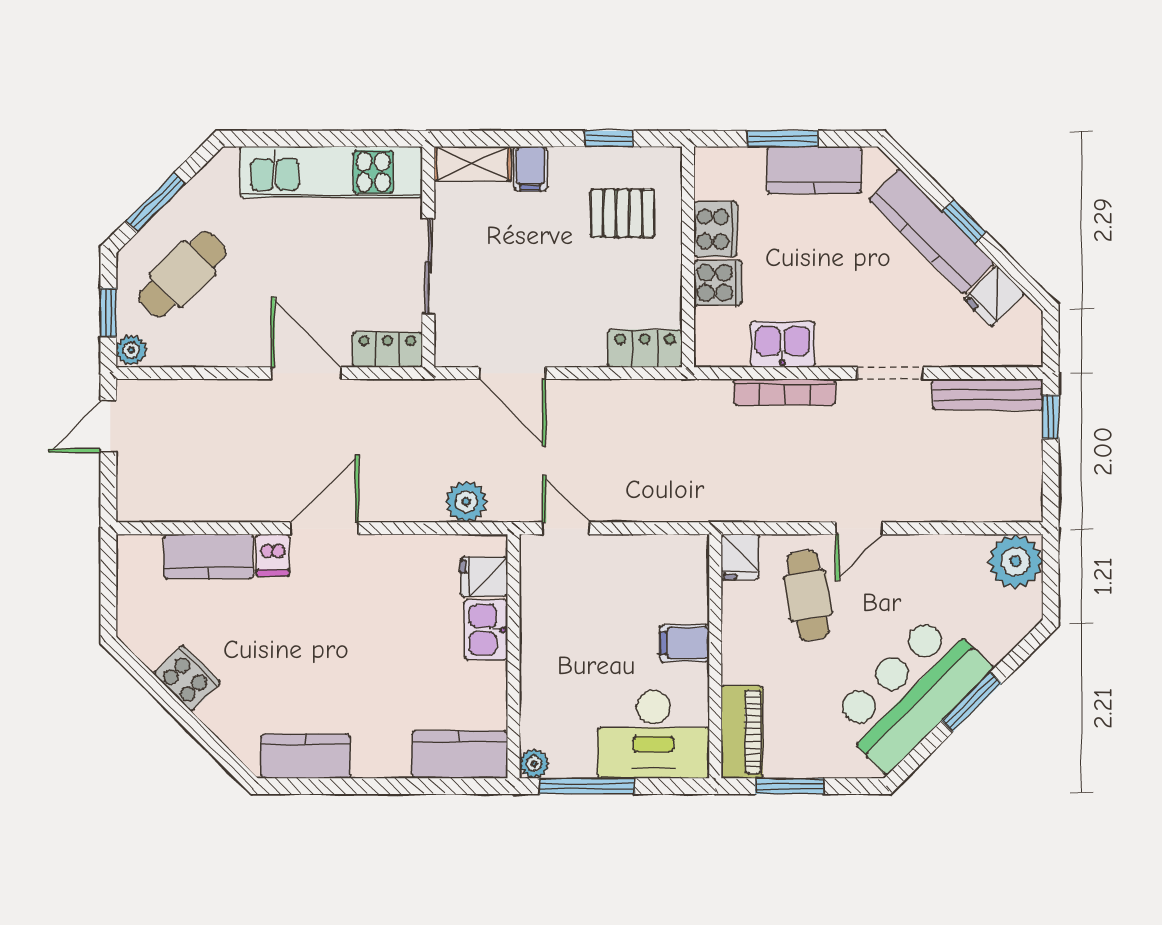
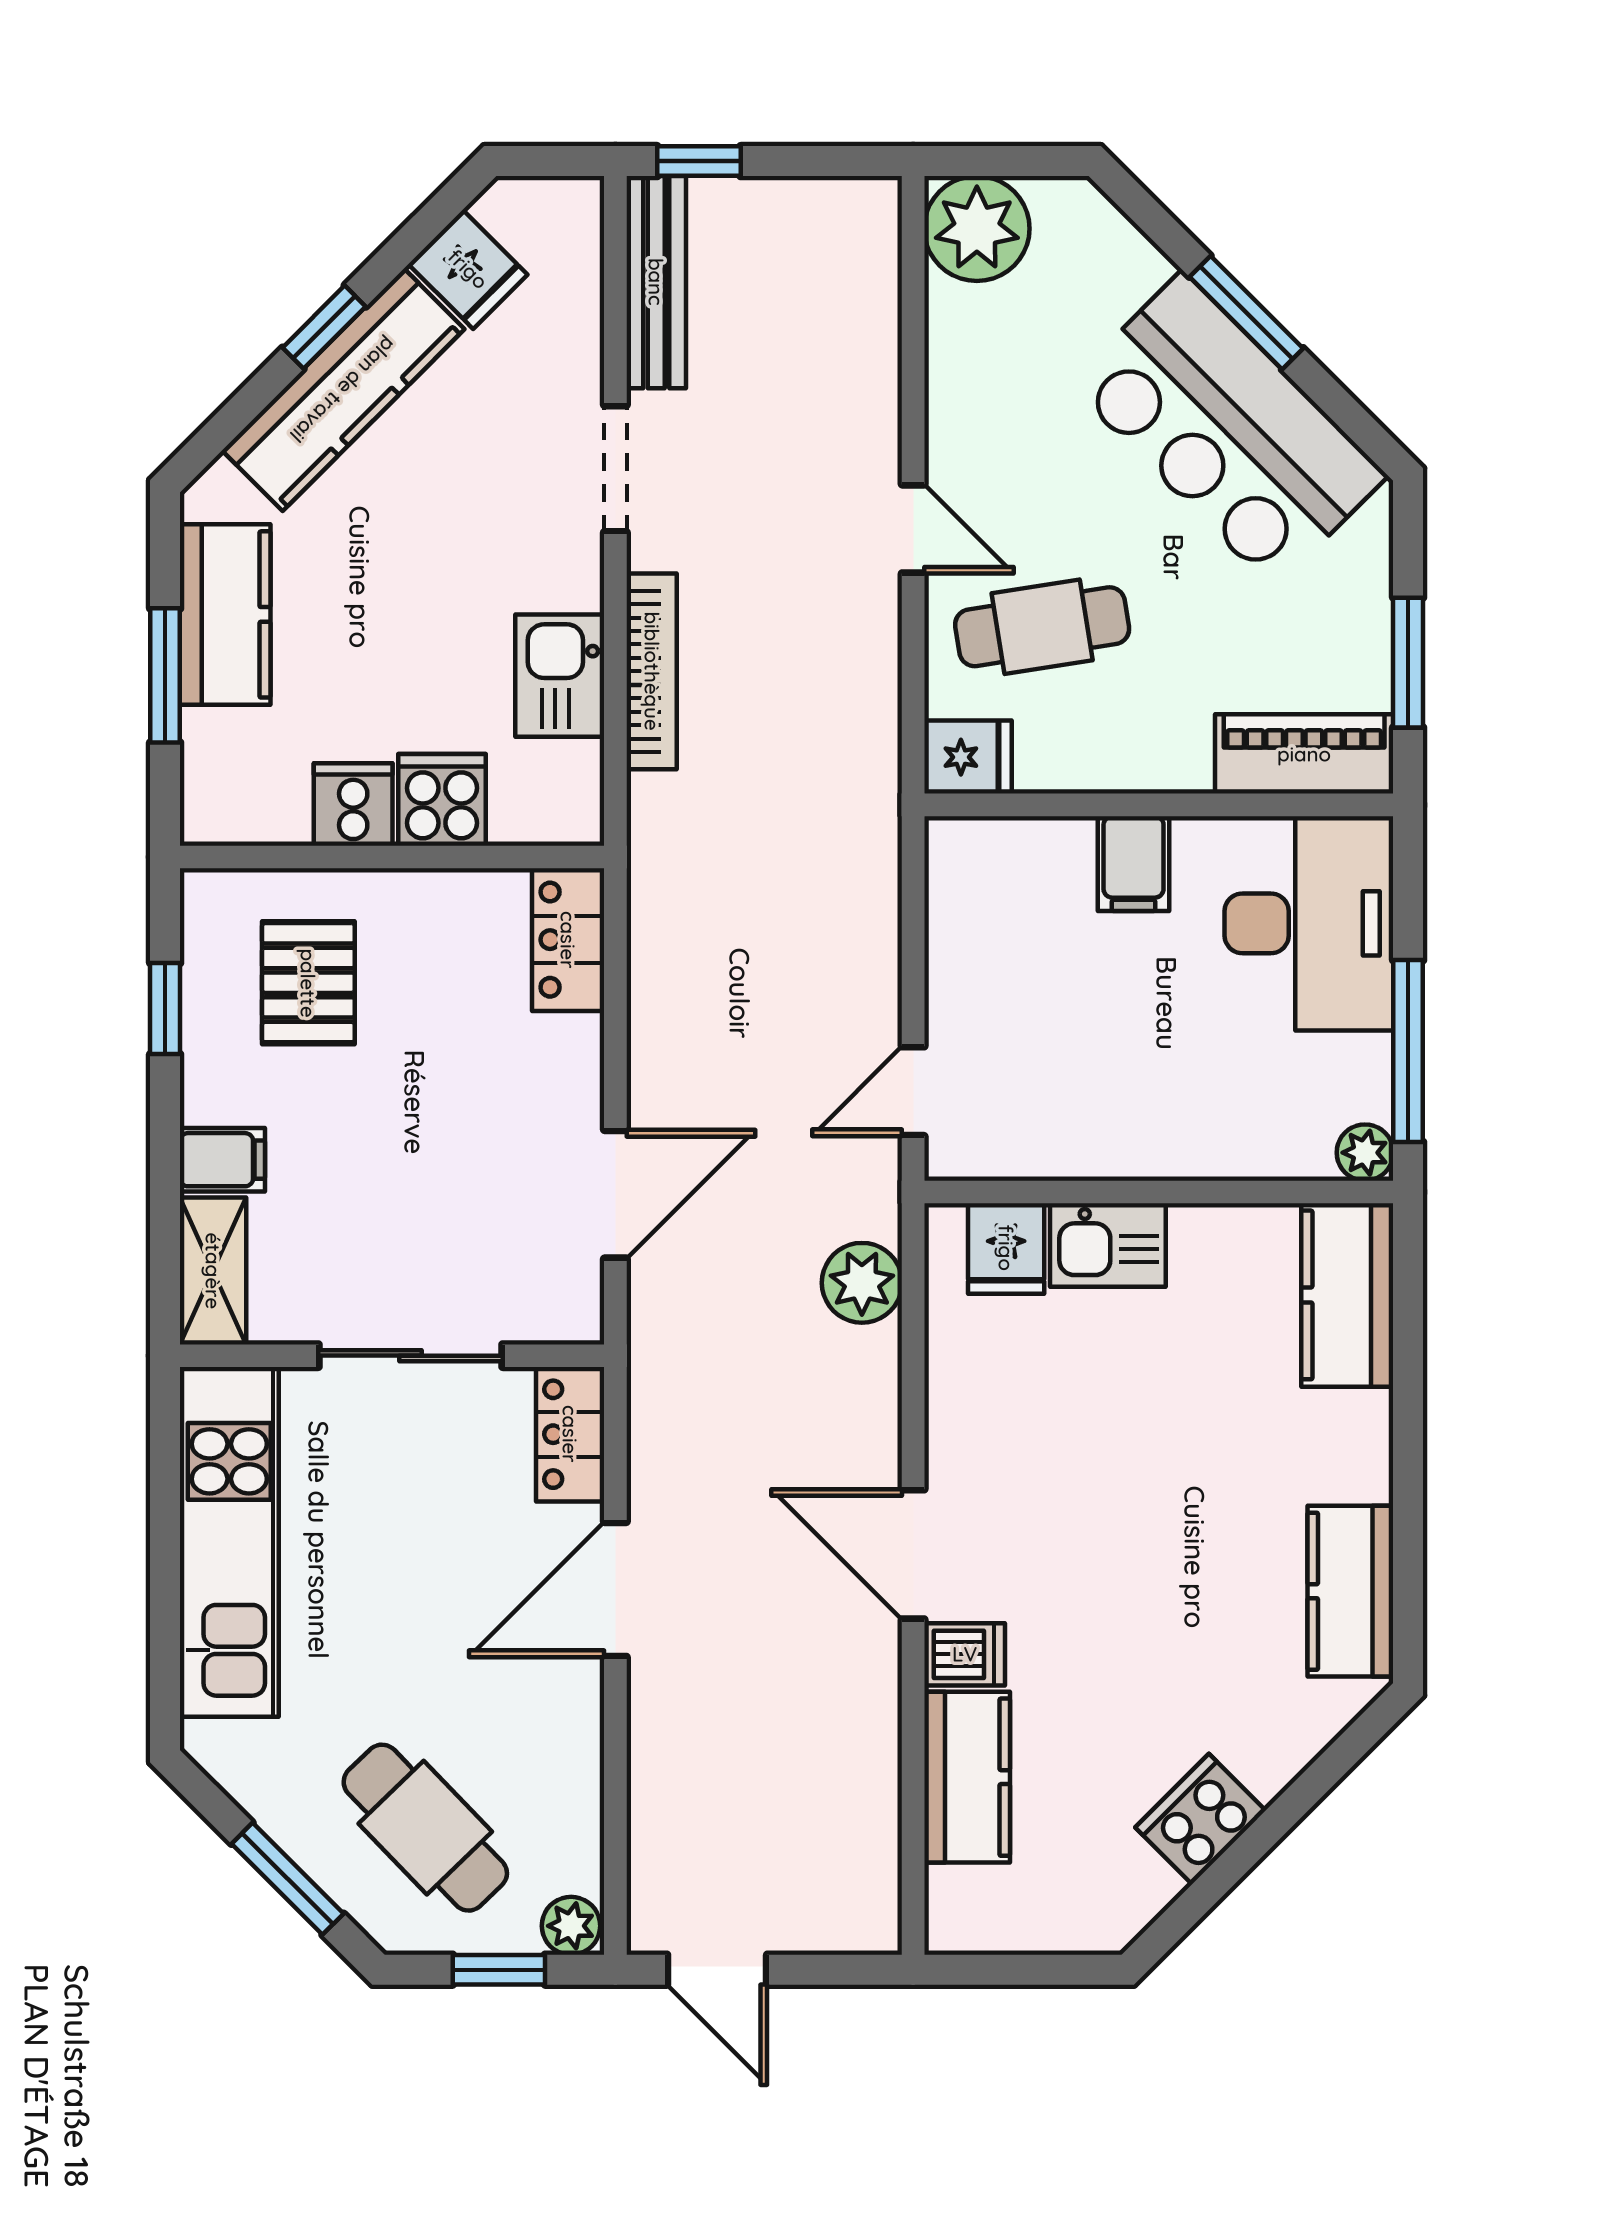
cooker: (715, 229) -> (353, 804), width x0.73

